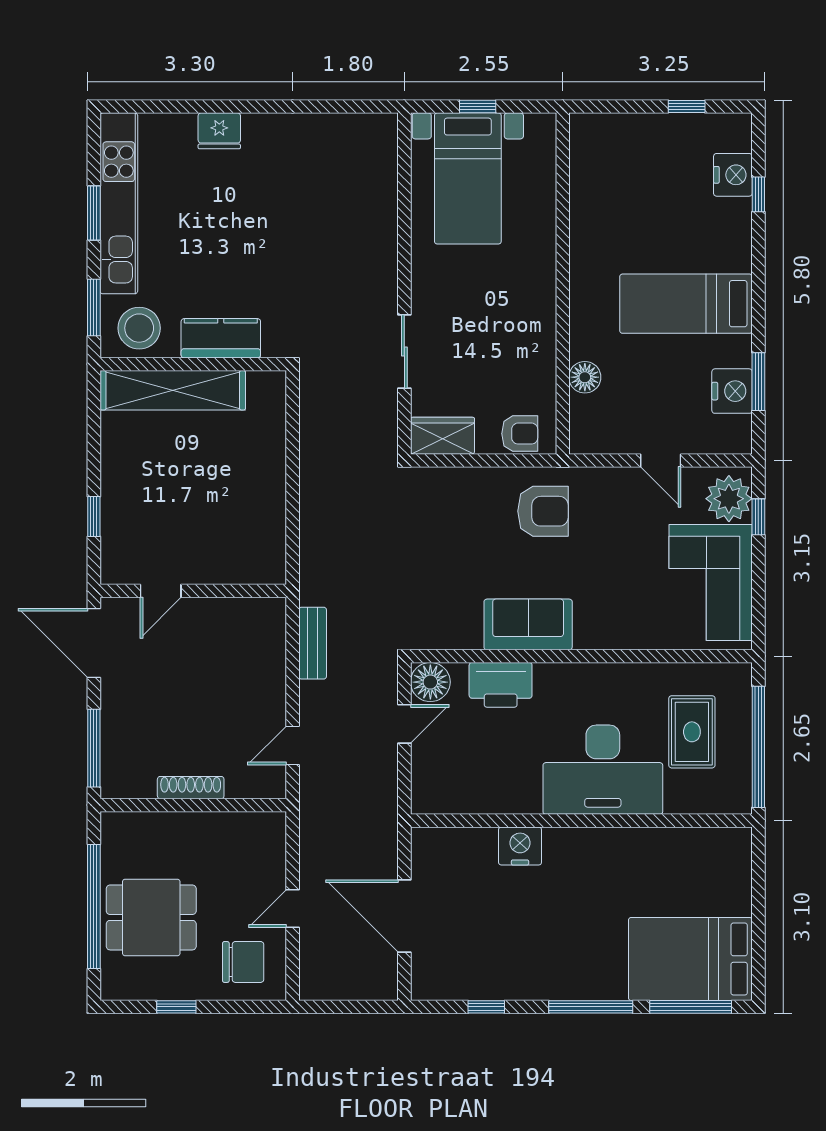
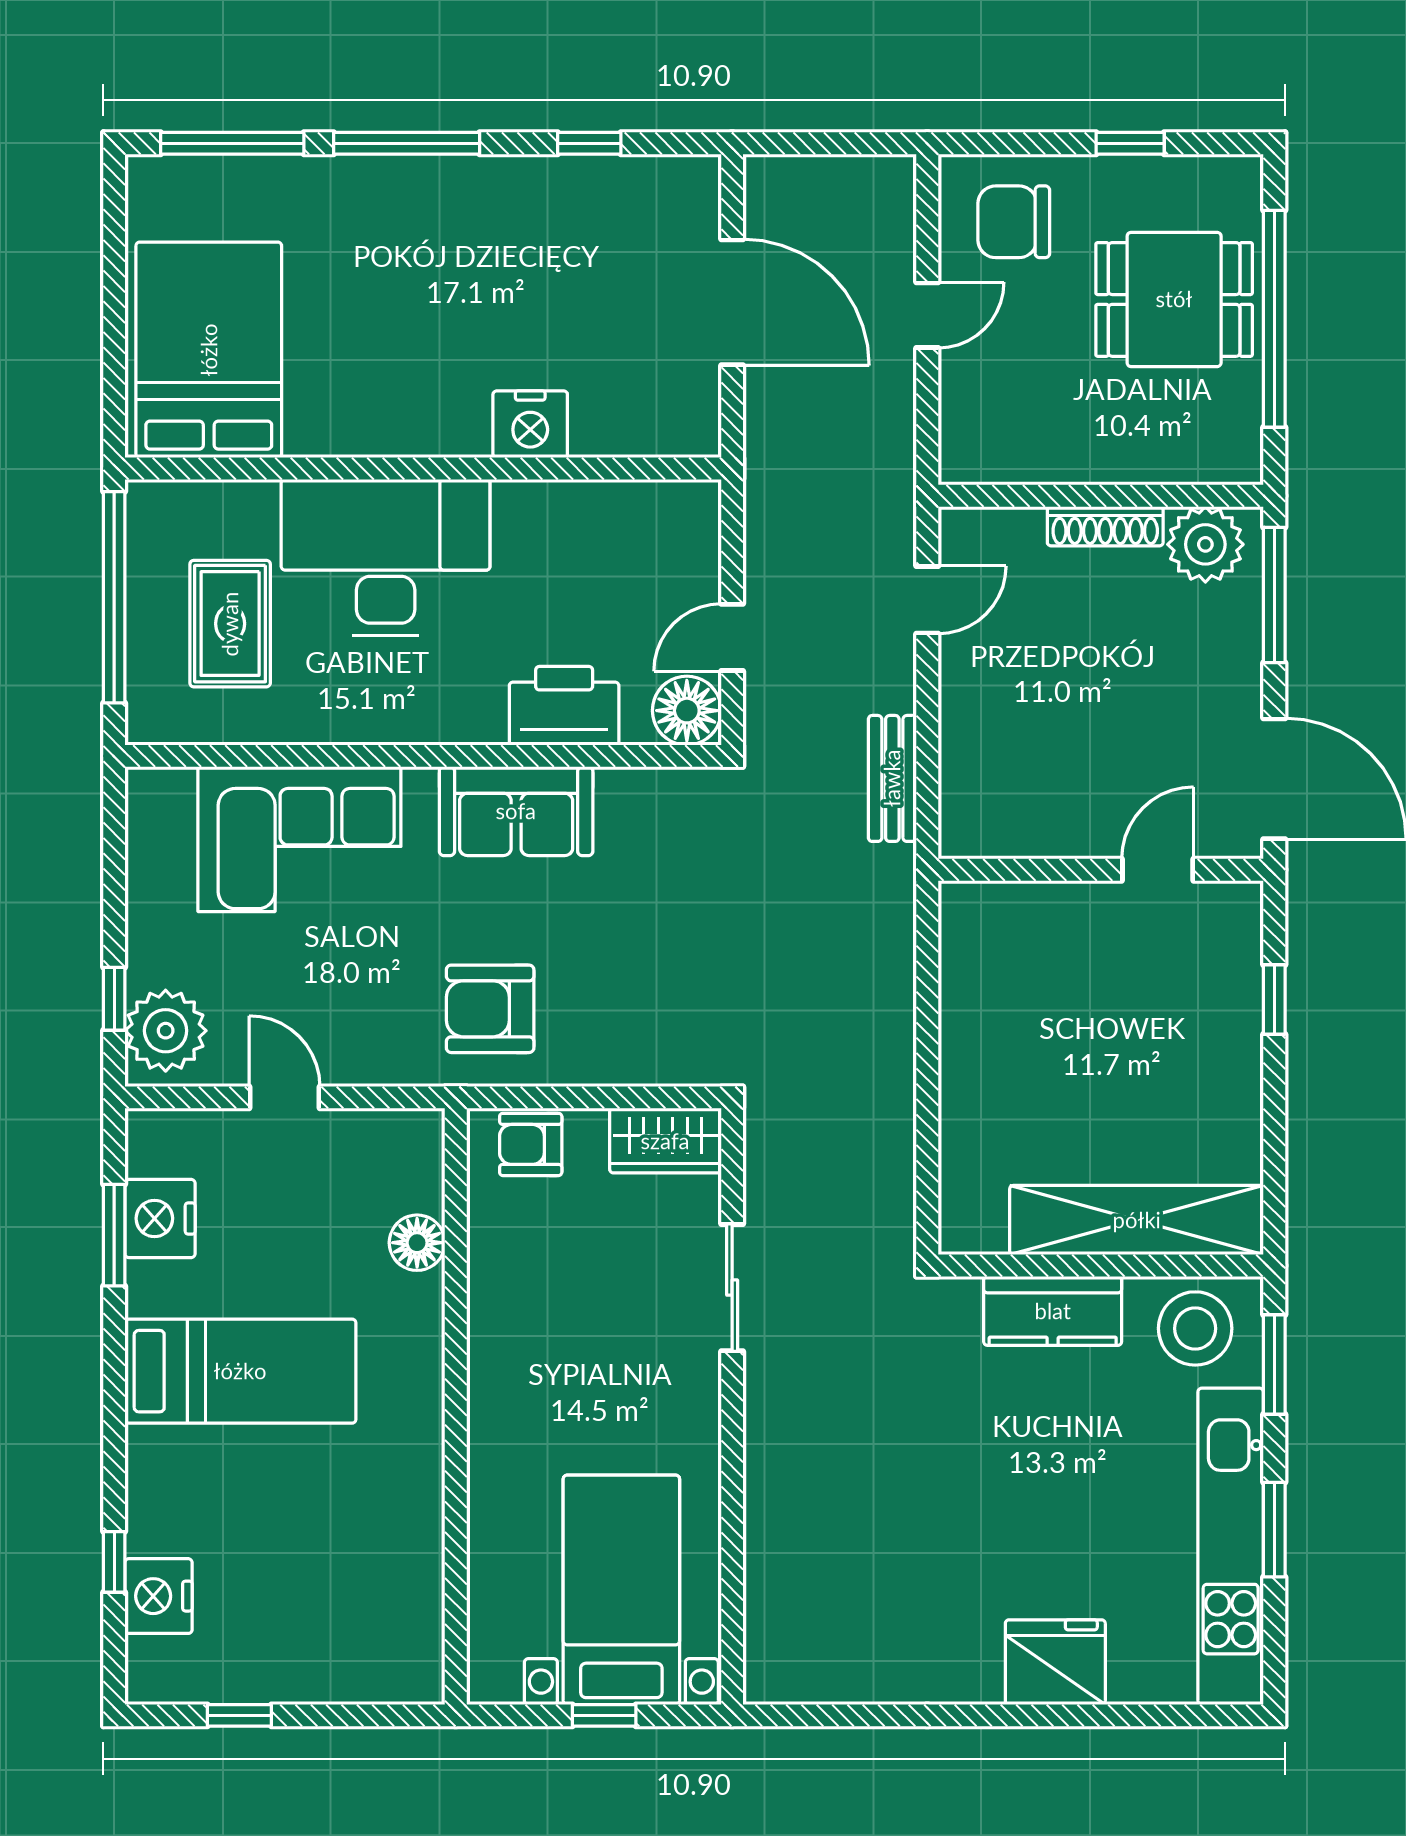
fridge: (219, 131) -> (1055, 1662), width x1.36, depth x1.34
corner sofa: (711, 583) -> (299, 839), moved, turned 90
plant: (133, 777) -> (1205, 544), added
bed: (690, 959) -> (209, 350), moved, turned -90

